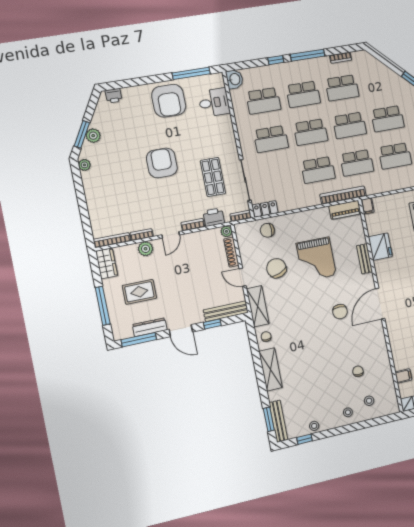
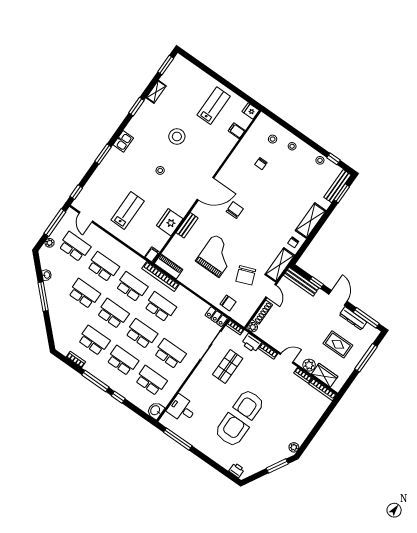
armchair: (169, 101) -> (232, 430), moved
plant: (93, 136) -> (272, 459), removed
wardrobe: (107, 263) -> (325, 375), moved, turned 90

